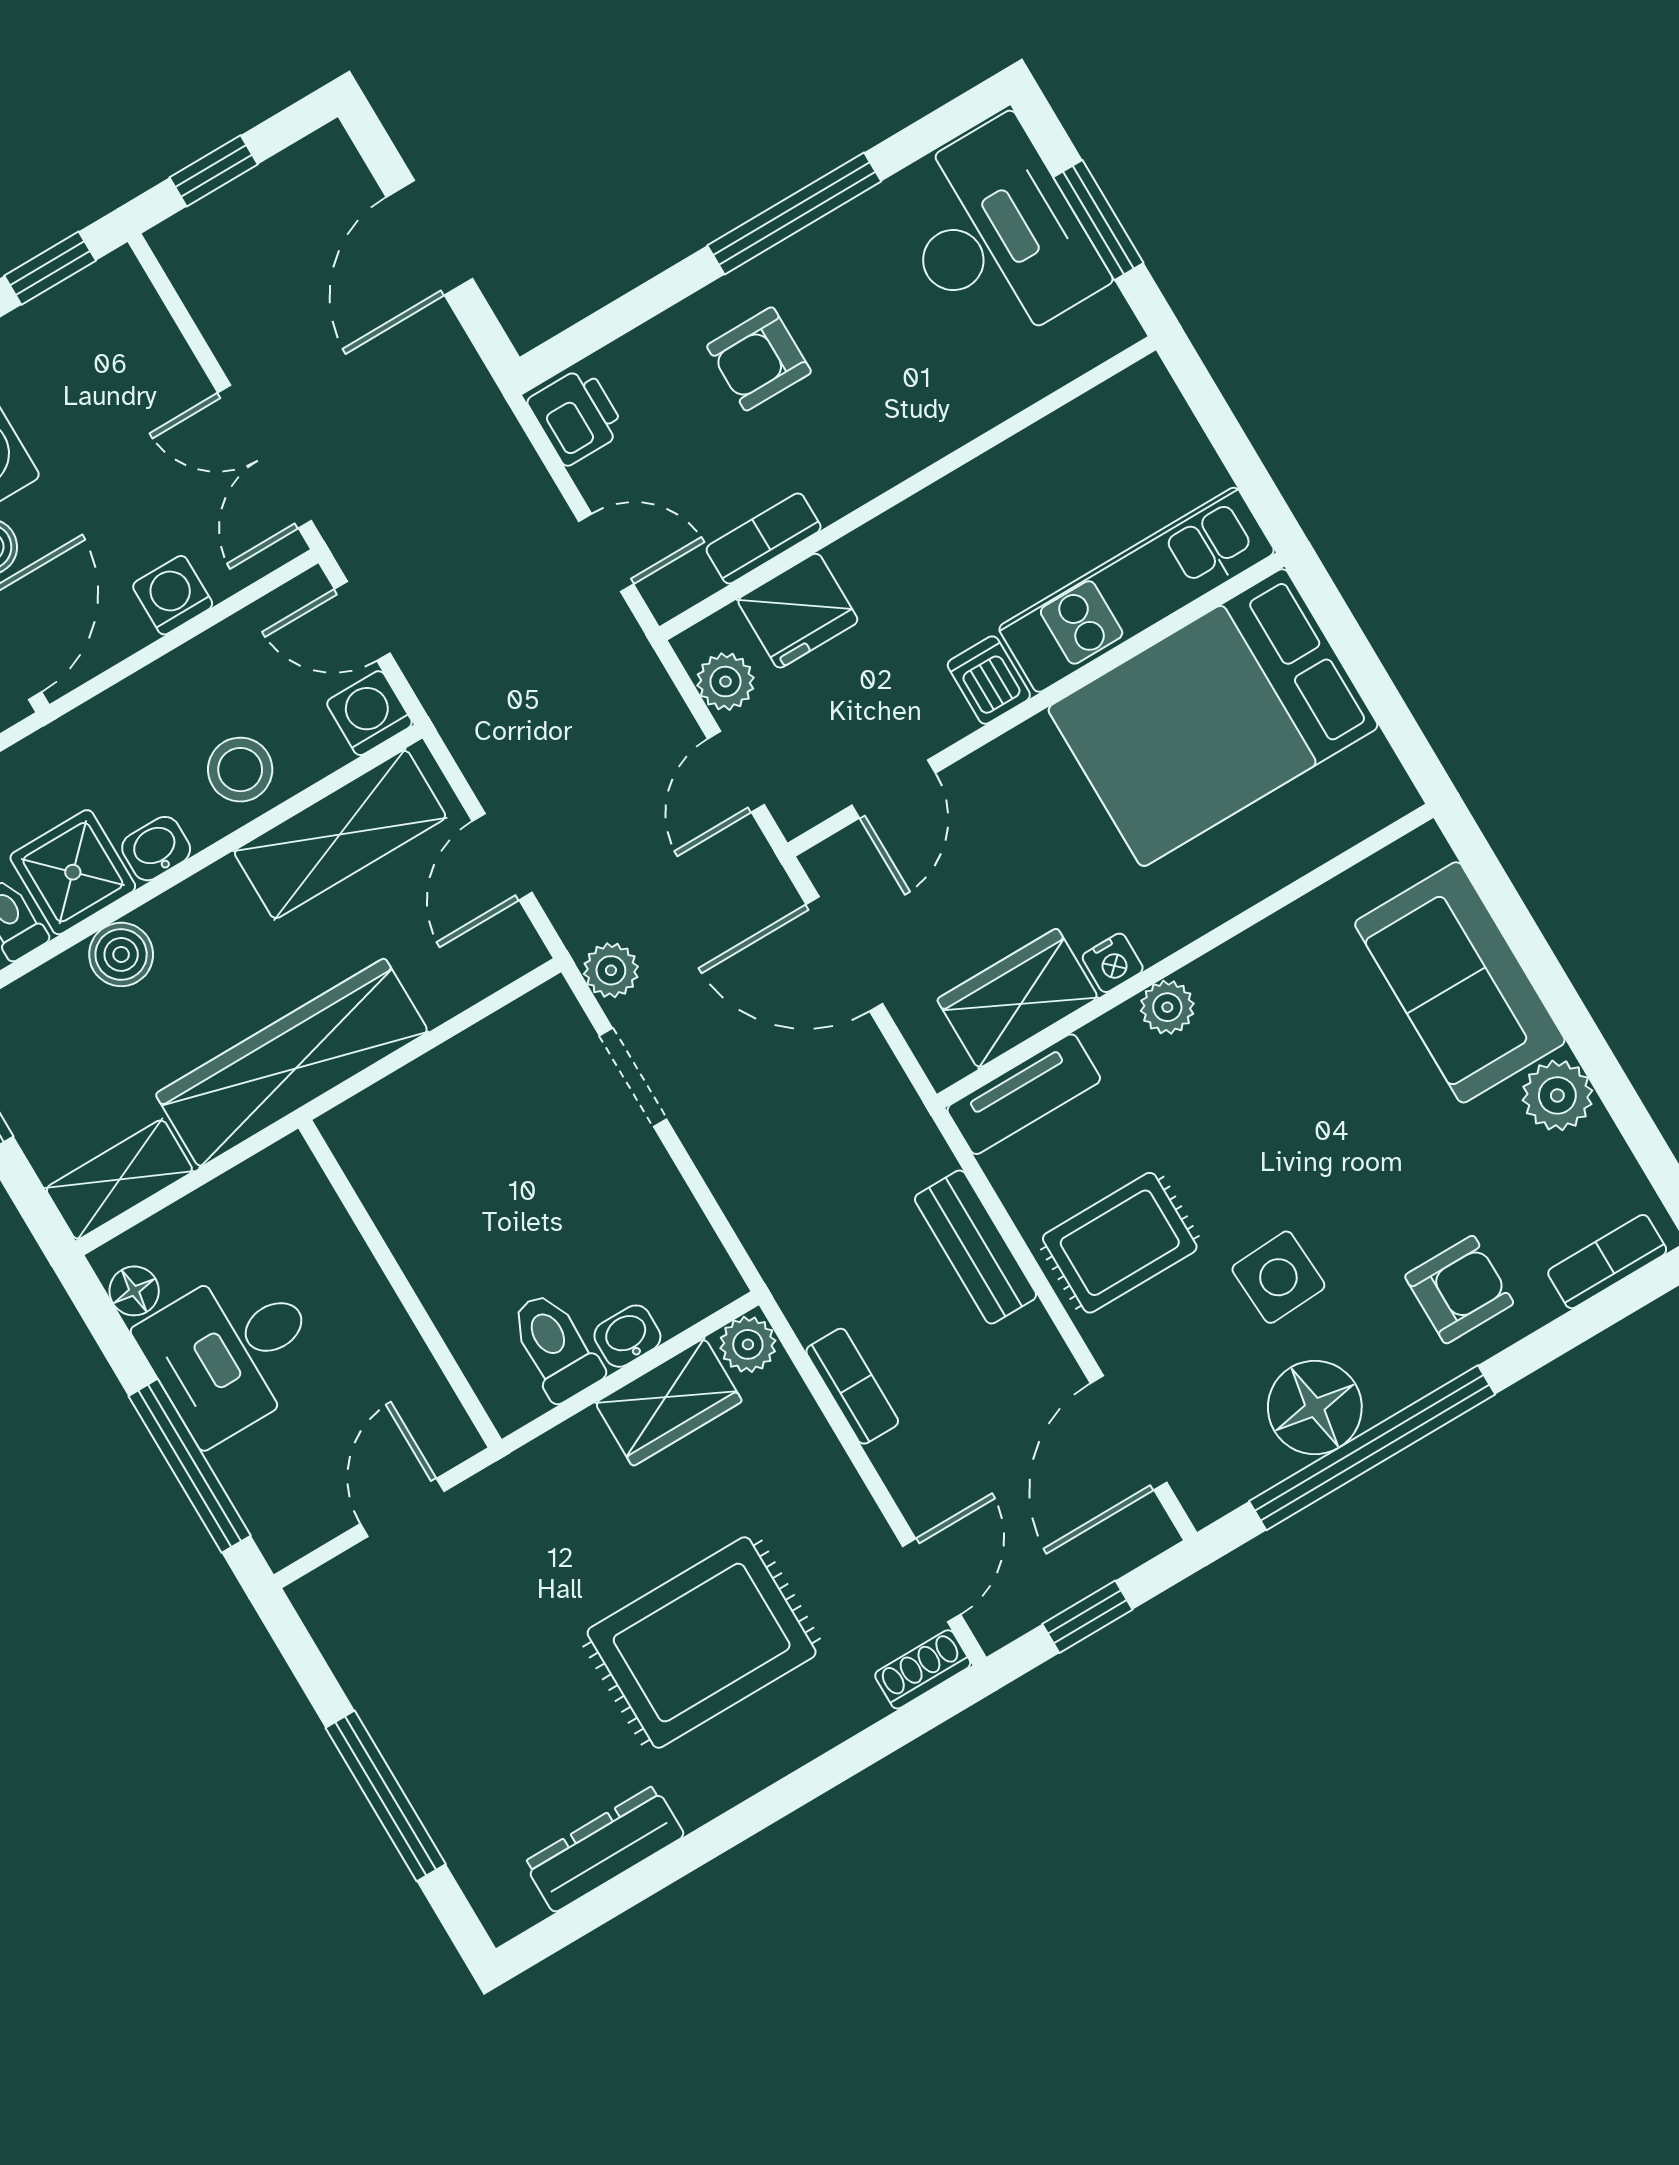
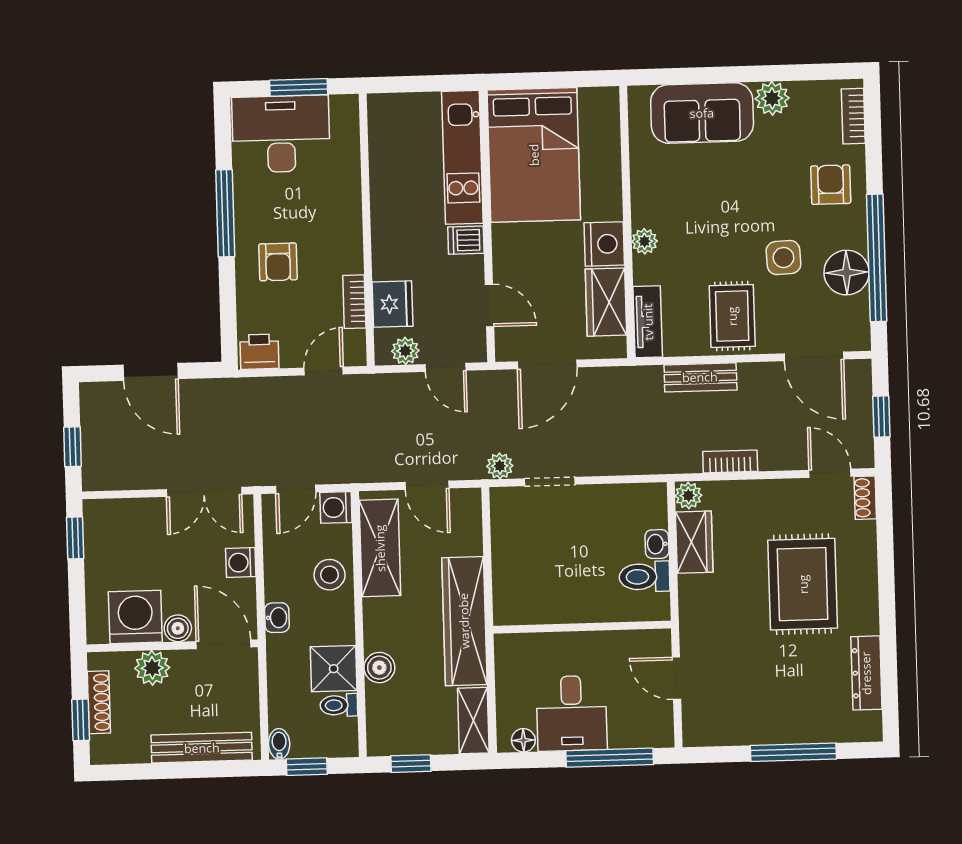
washbasin: (156, 849) -> (277, 618), moved, turned 180
nightstand: (1113, 963) -> (604, 244), width x1.89, depth x1.79

